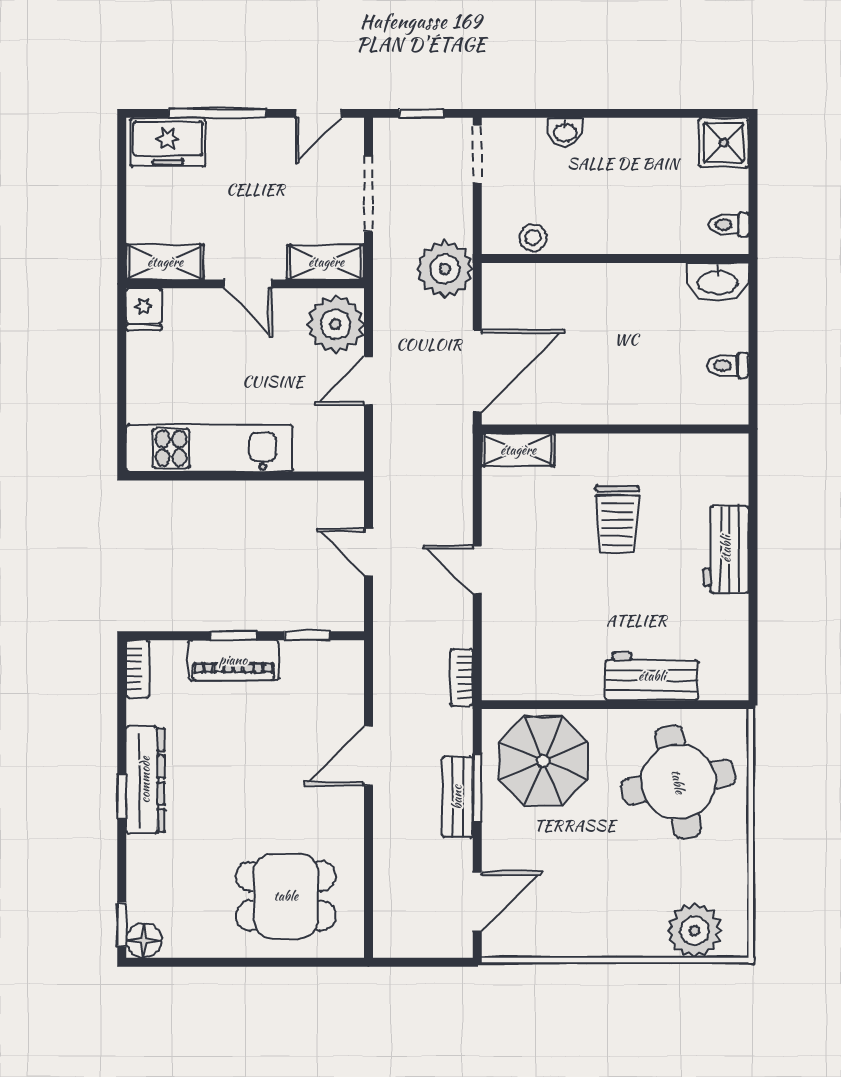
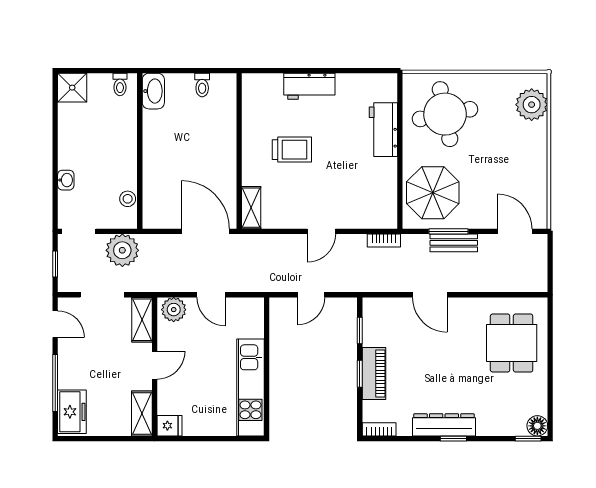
plant: (445, 269) -> (122, 250), moved
plant: (335, 324) -> (174, 310), width x0.73, depth x0.73

